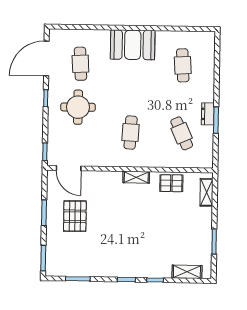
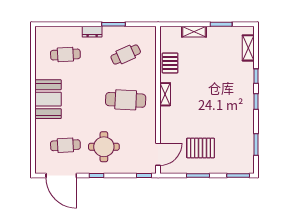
dresser: (208, 114) -> (92, 32), moved
cafe table: (131, 133) -> (126, 100), width x1.37, depth x1.35
shelving: (207, 192) -> (194, 32), moved

